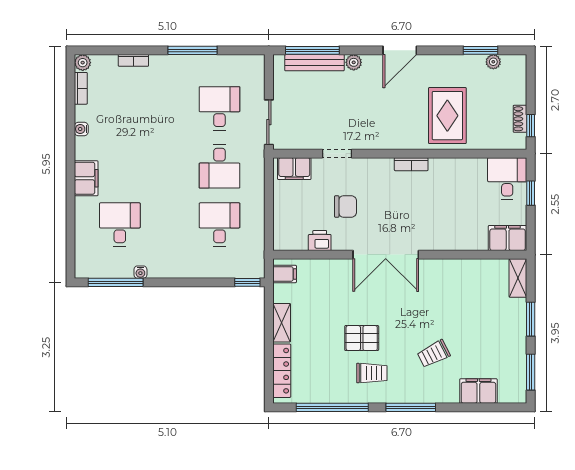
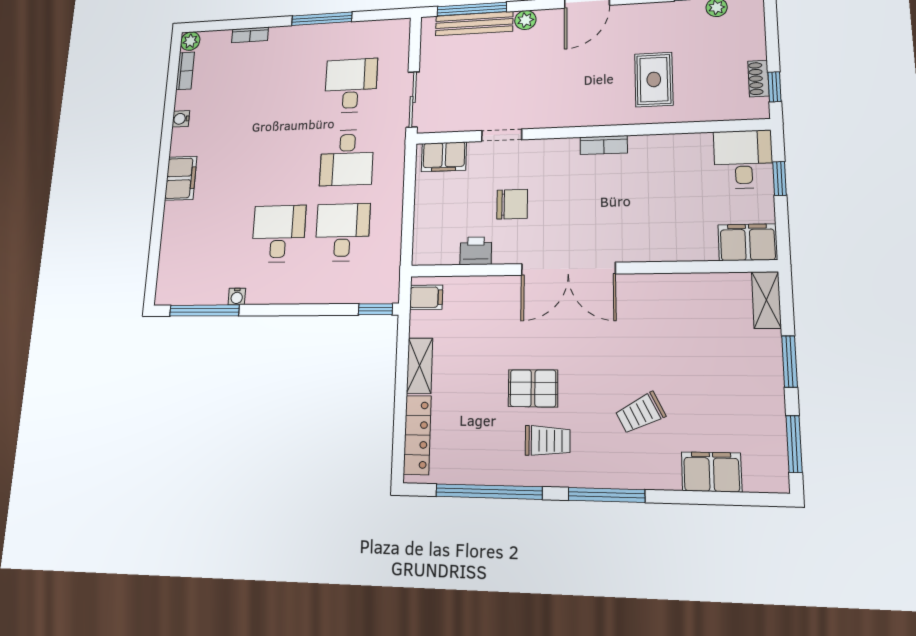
rug: (447, 116) -> (654, 79), width x0.73, depth x0.70
desk: (120, 225) -> (279, 234), moved

